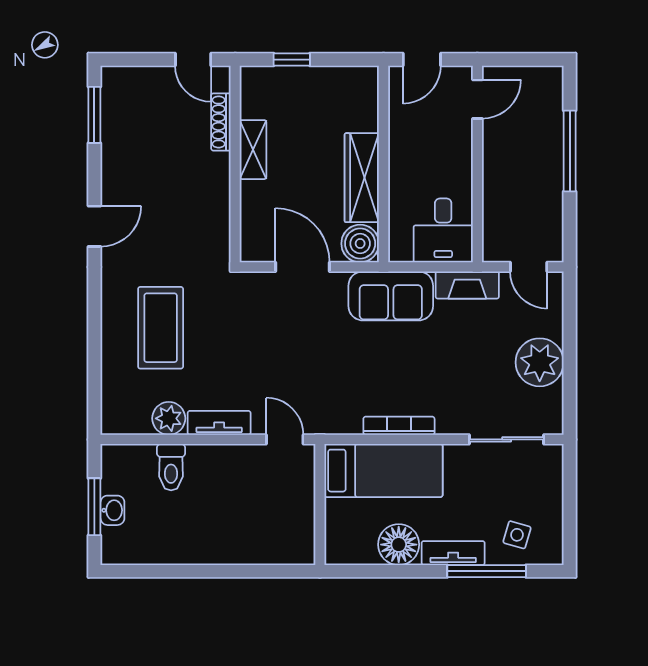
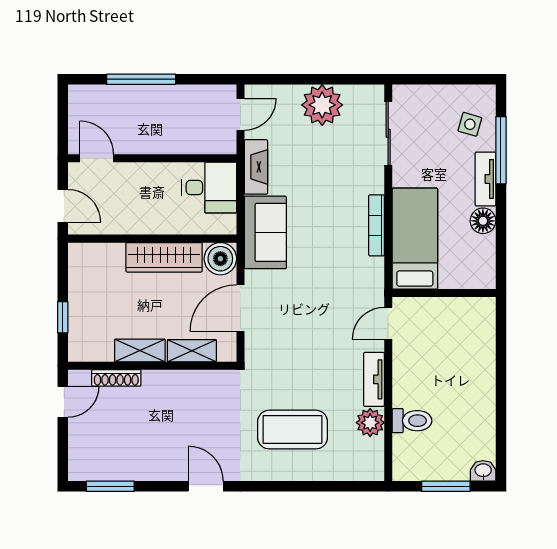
shelving: (253, 210) -> (192, 351), added
washbasin: (112, 510) -> (483, 471), moved
floor lamp: (399, 545) -> (483, 221), width x0.73, depth x0.73

